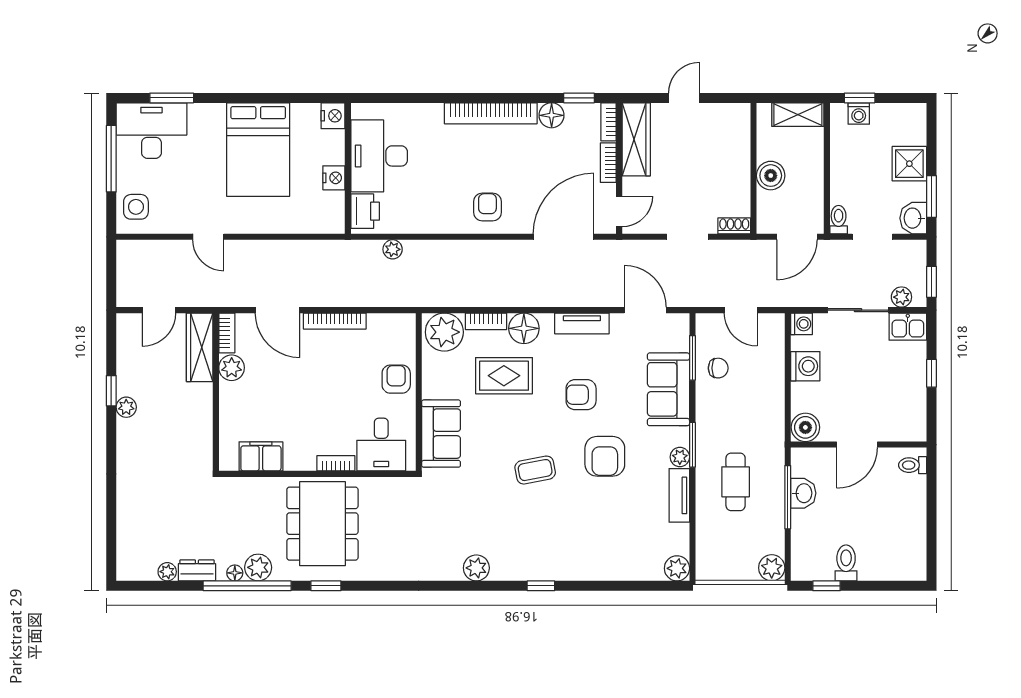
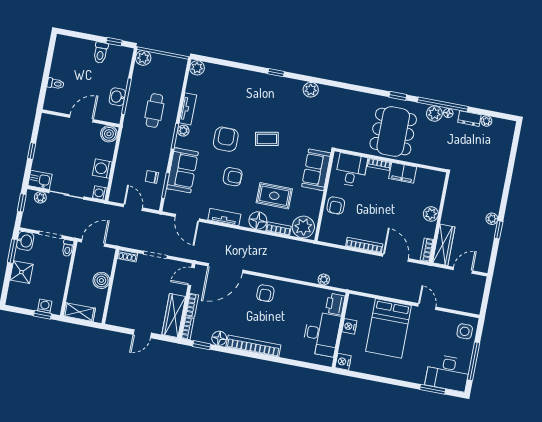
bed: (258, 150) -> (389, 328), moved, turned 180
plant: (232, 368) -> (431, 214), moved
filing cabinet: (261, 456) -> (403, 173), moved
toilet: (913, 465) -> (56, 84), moved

